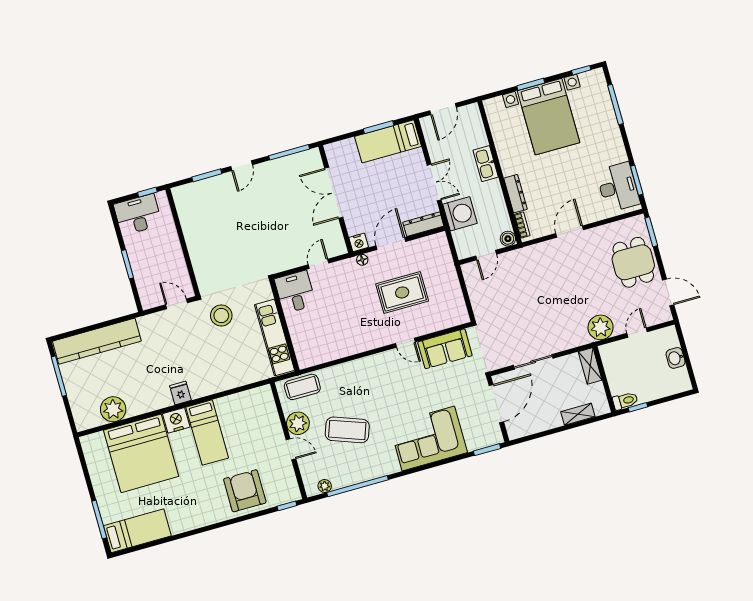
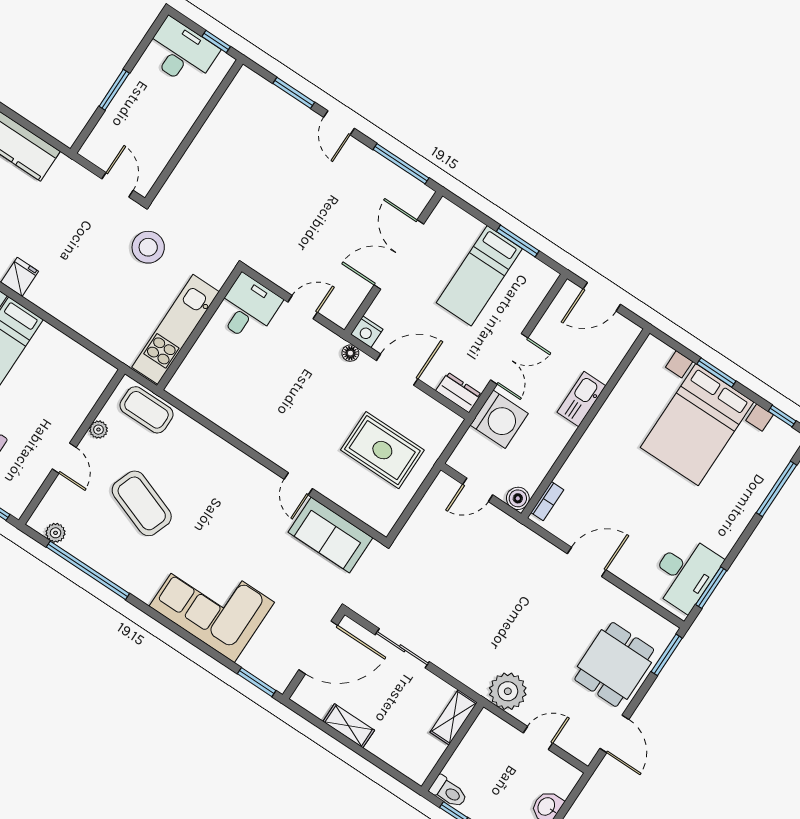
bed: (388, 141) -> (479, 276), moved, turned -90
door: (242, 166) -> (339, 123), hinge flipped
dresser: (515, 194) -> (577, 463), removed
dresser: (423, 224) -> (459, 392), width x0.70
rug: (402, 293) -> (382, 450), moved
shelving: (578, 414) -> (349, 726), moved
plant: (298, 423) -> (98, 430), width x0.53, depth x0.53

